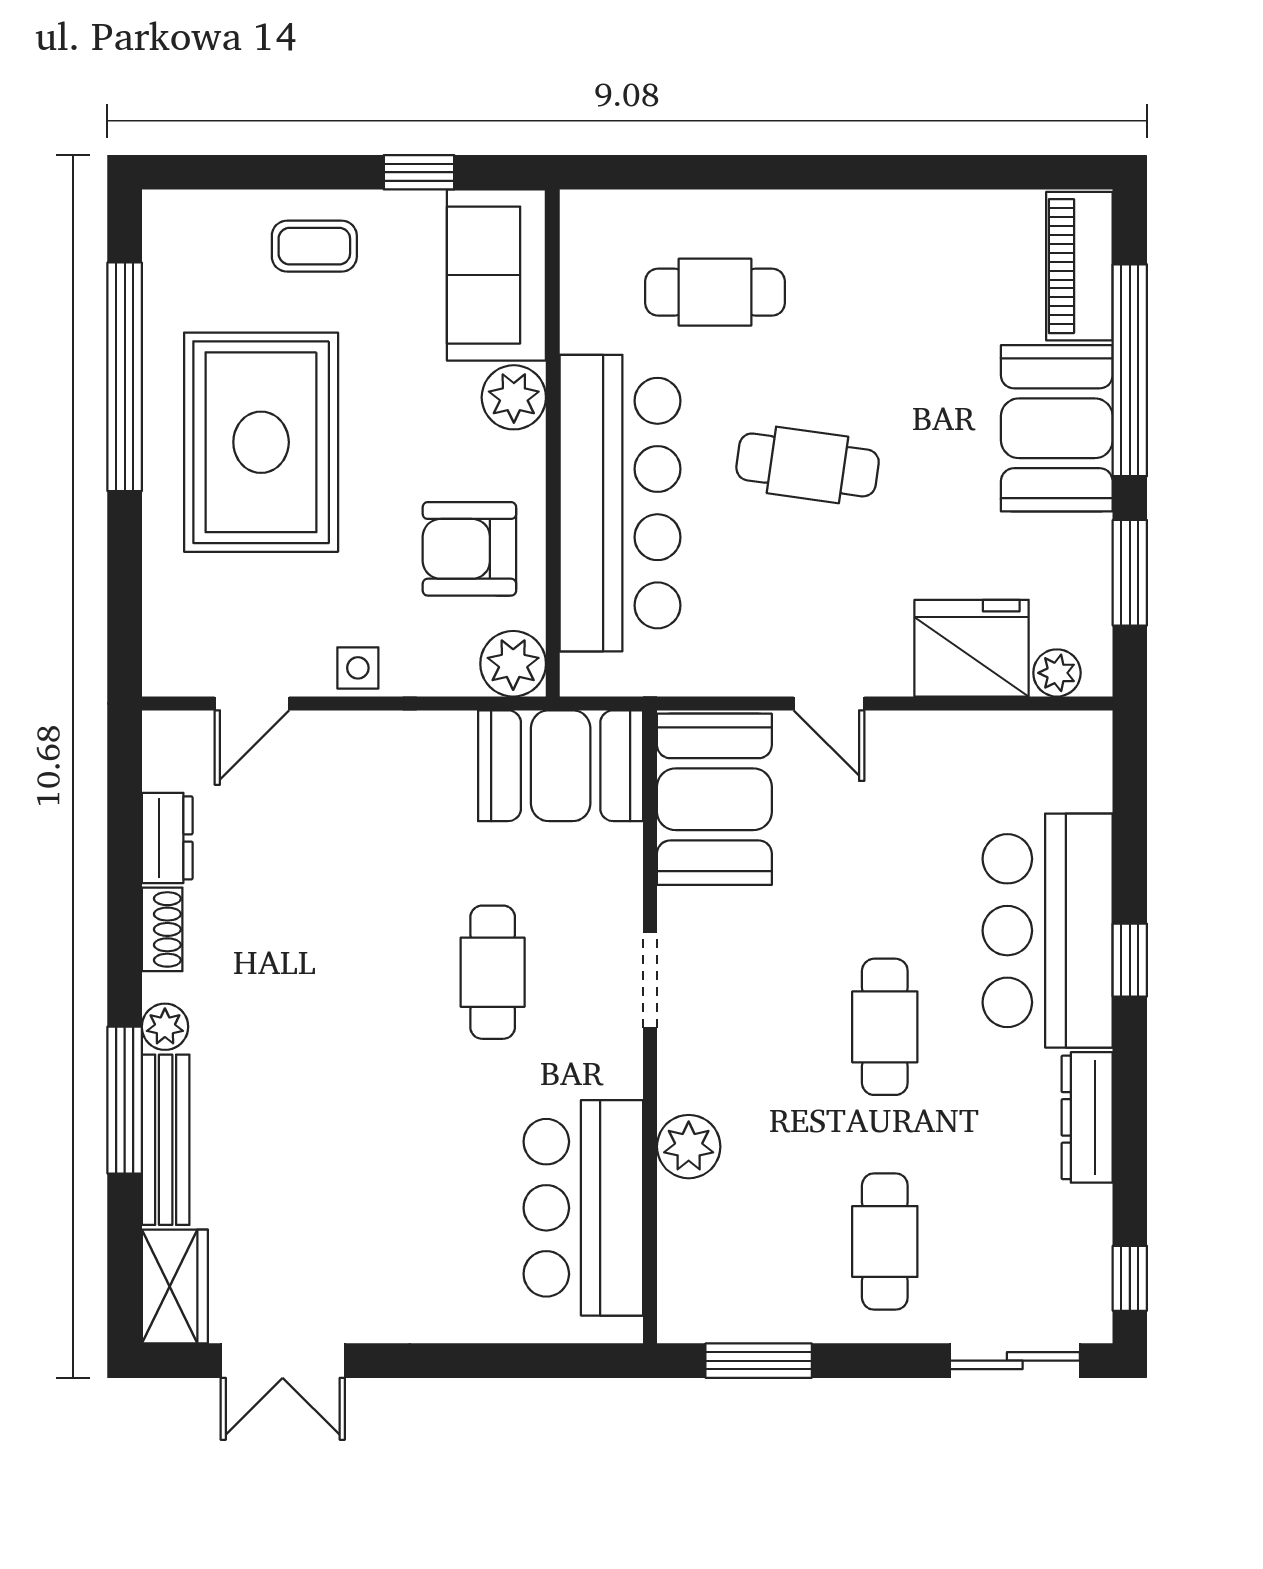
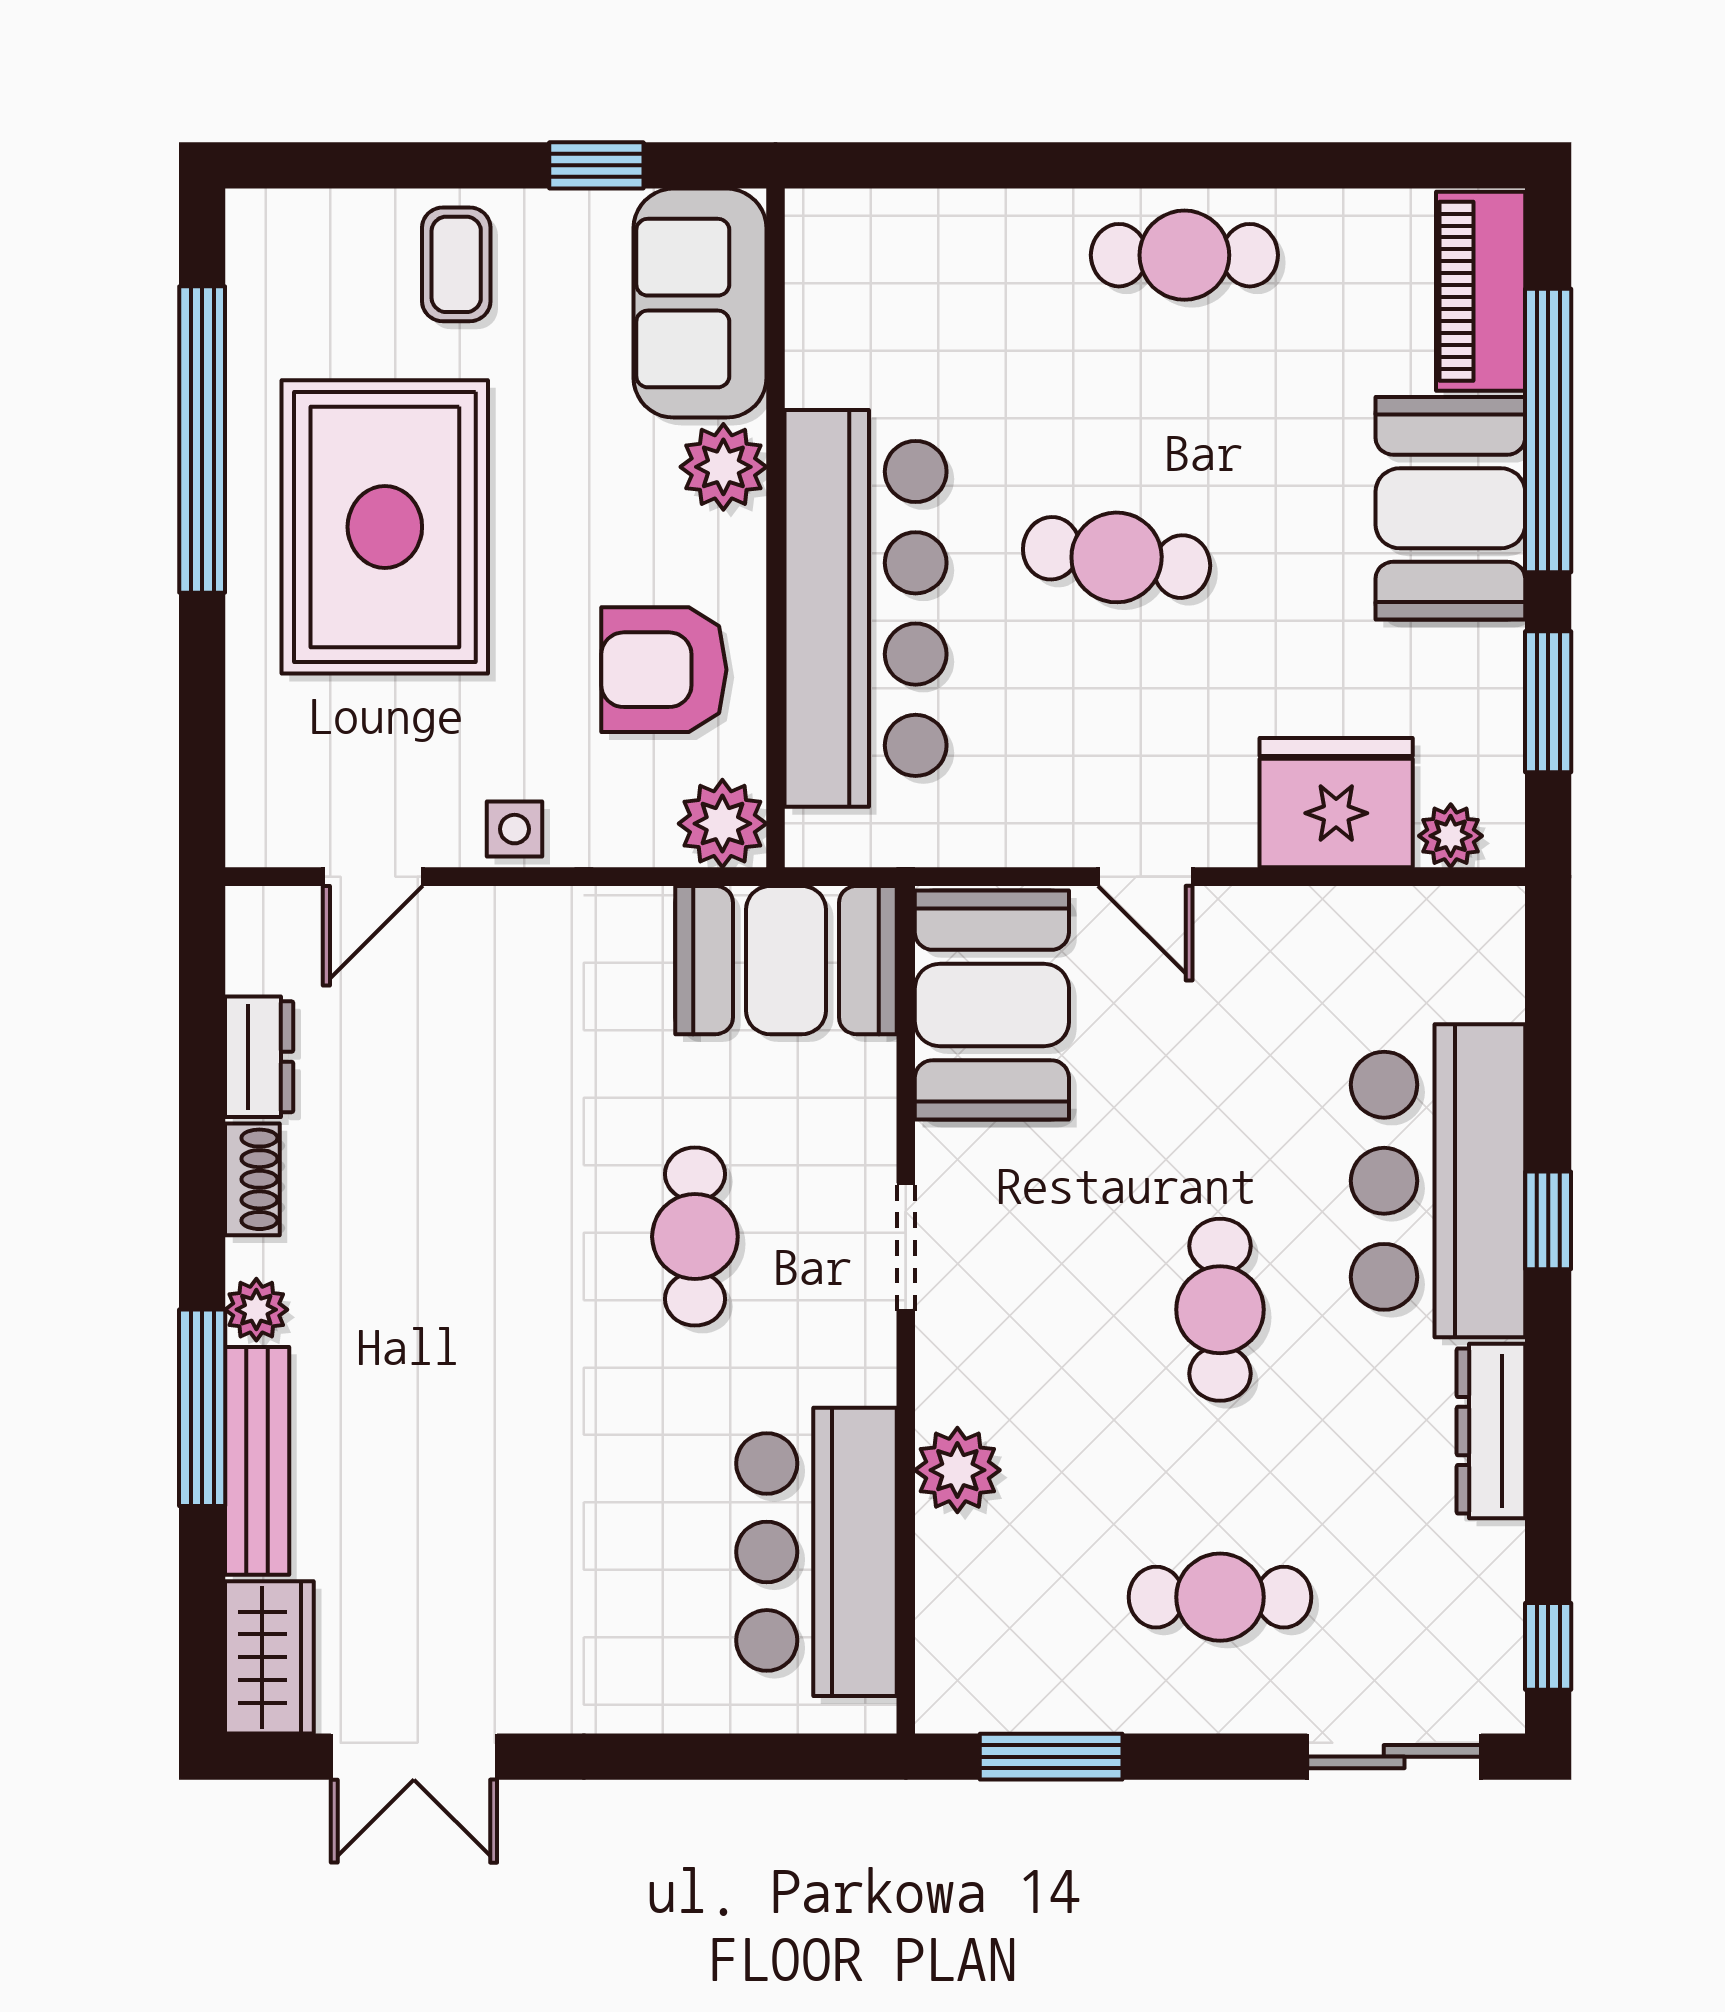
coffee table: (314, 246) -> (456, 264), turned 90
cafe table: (715, 292) -> (1184, 255), moved
cafe table: (885, 1242) -> (1220, 1597), turned 90

